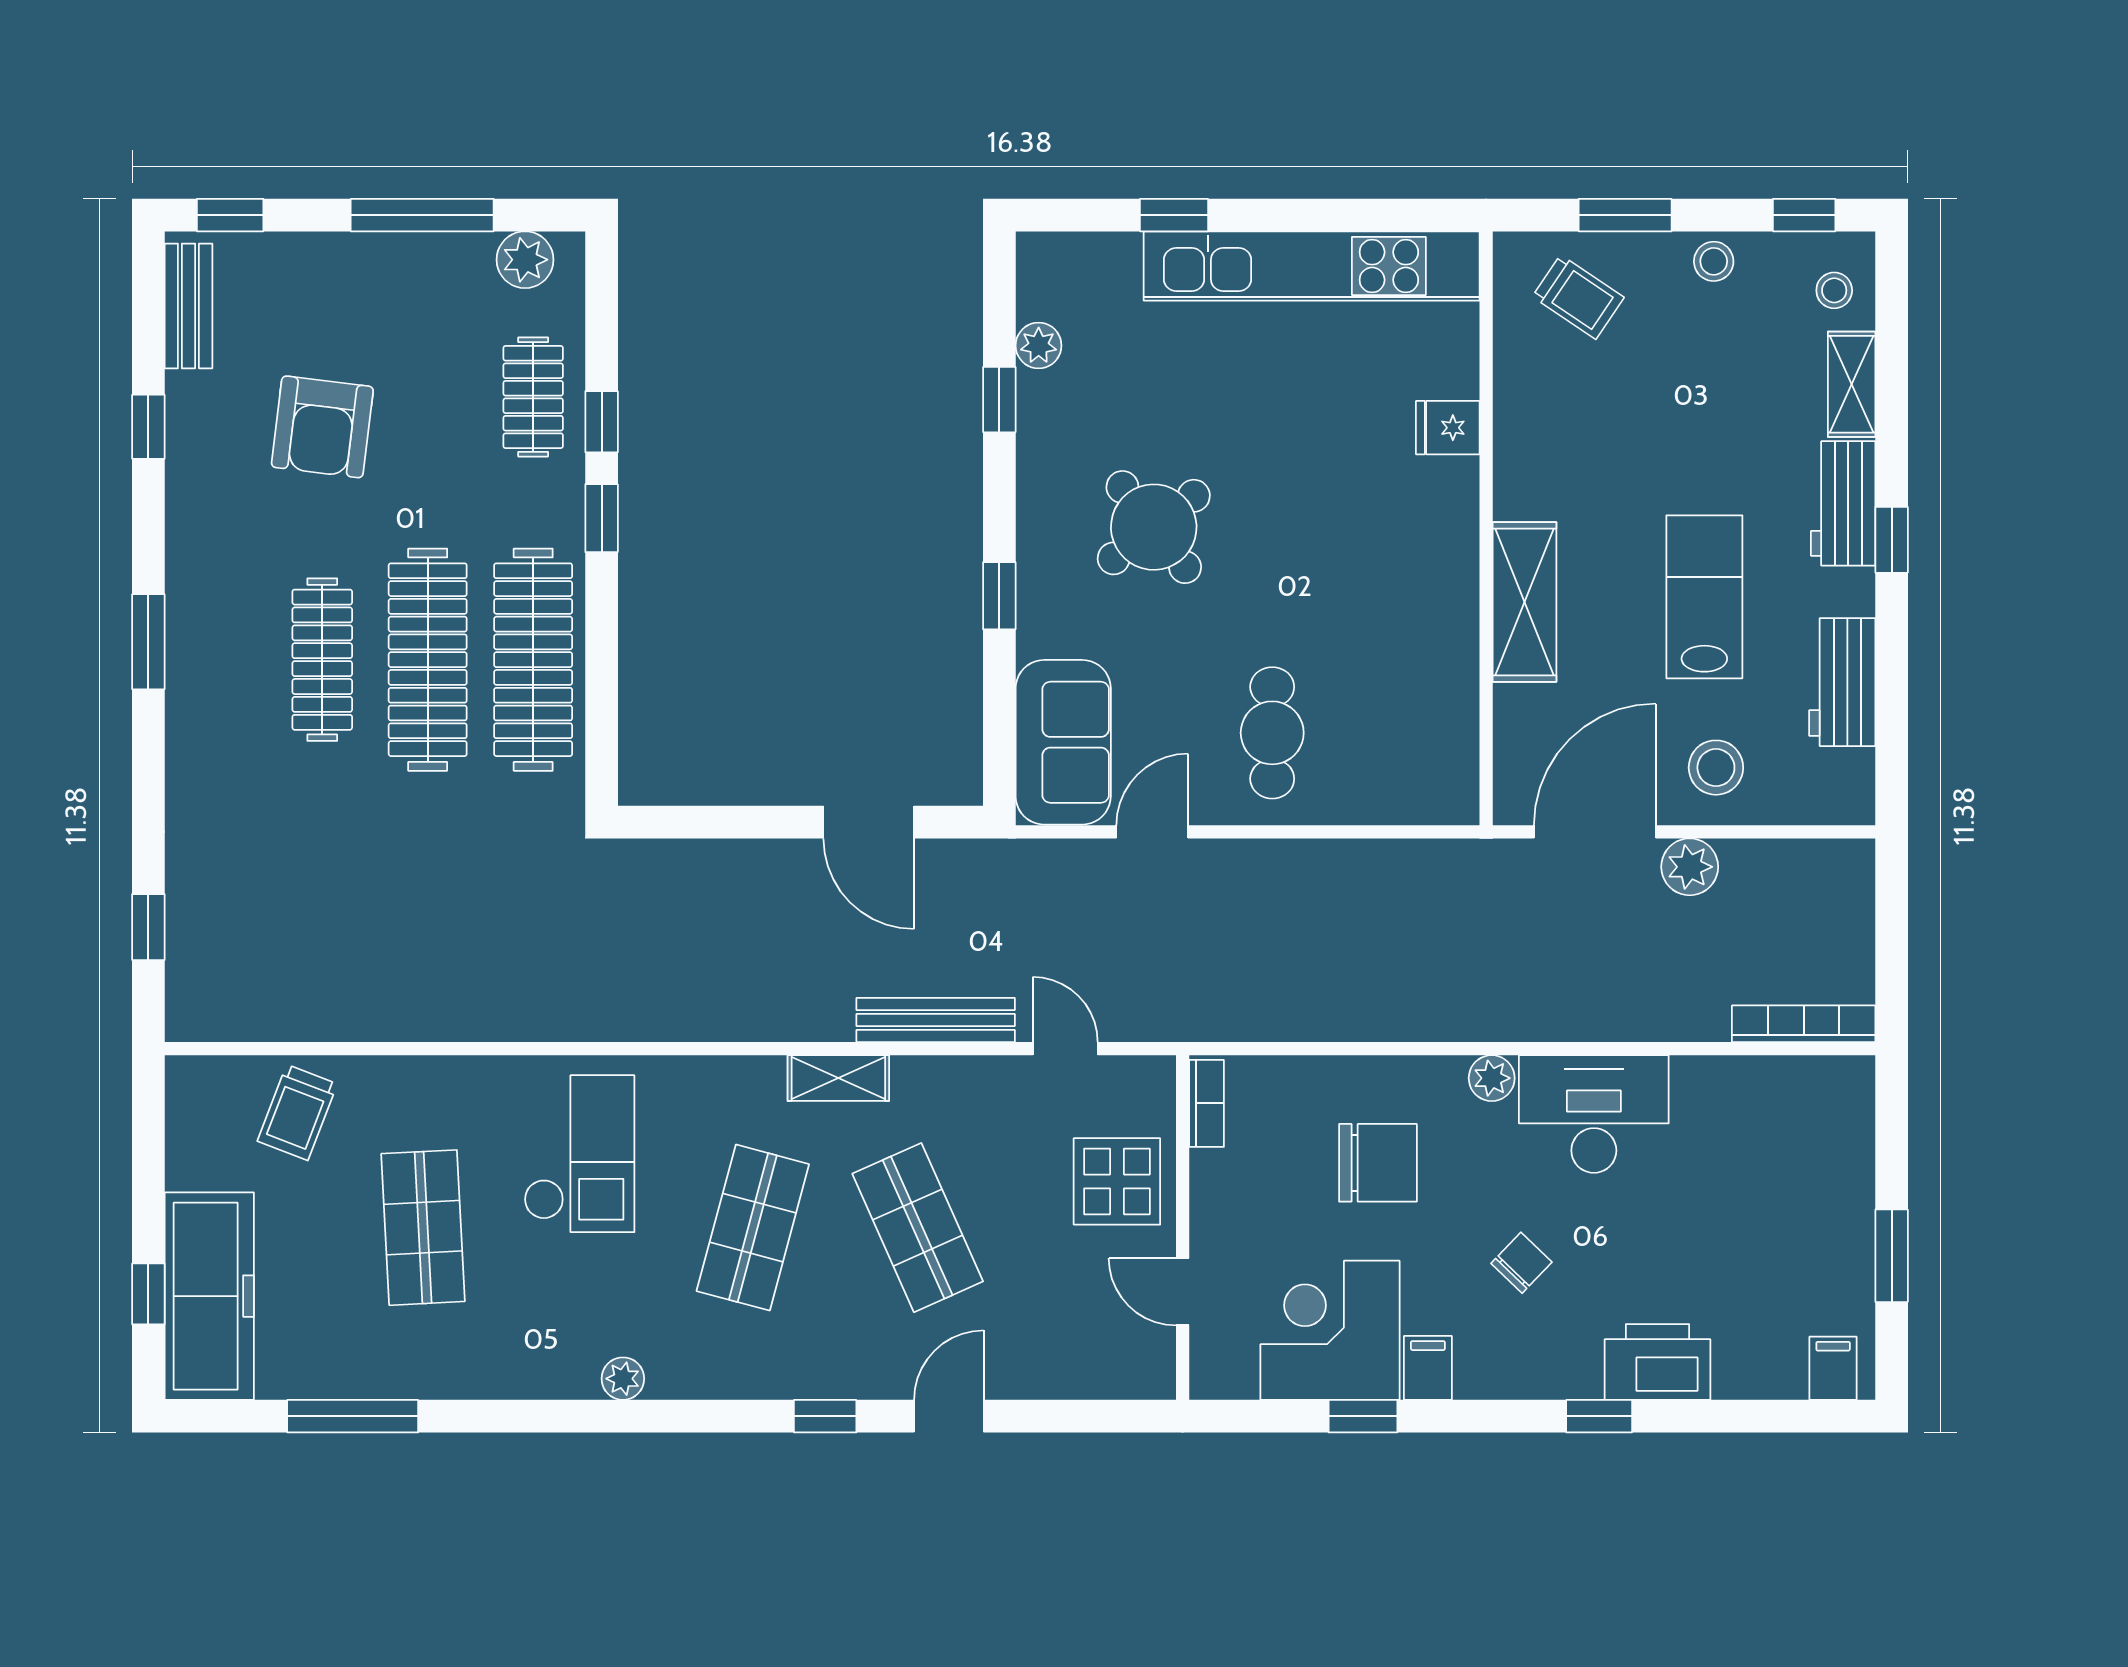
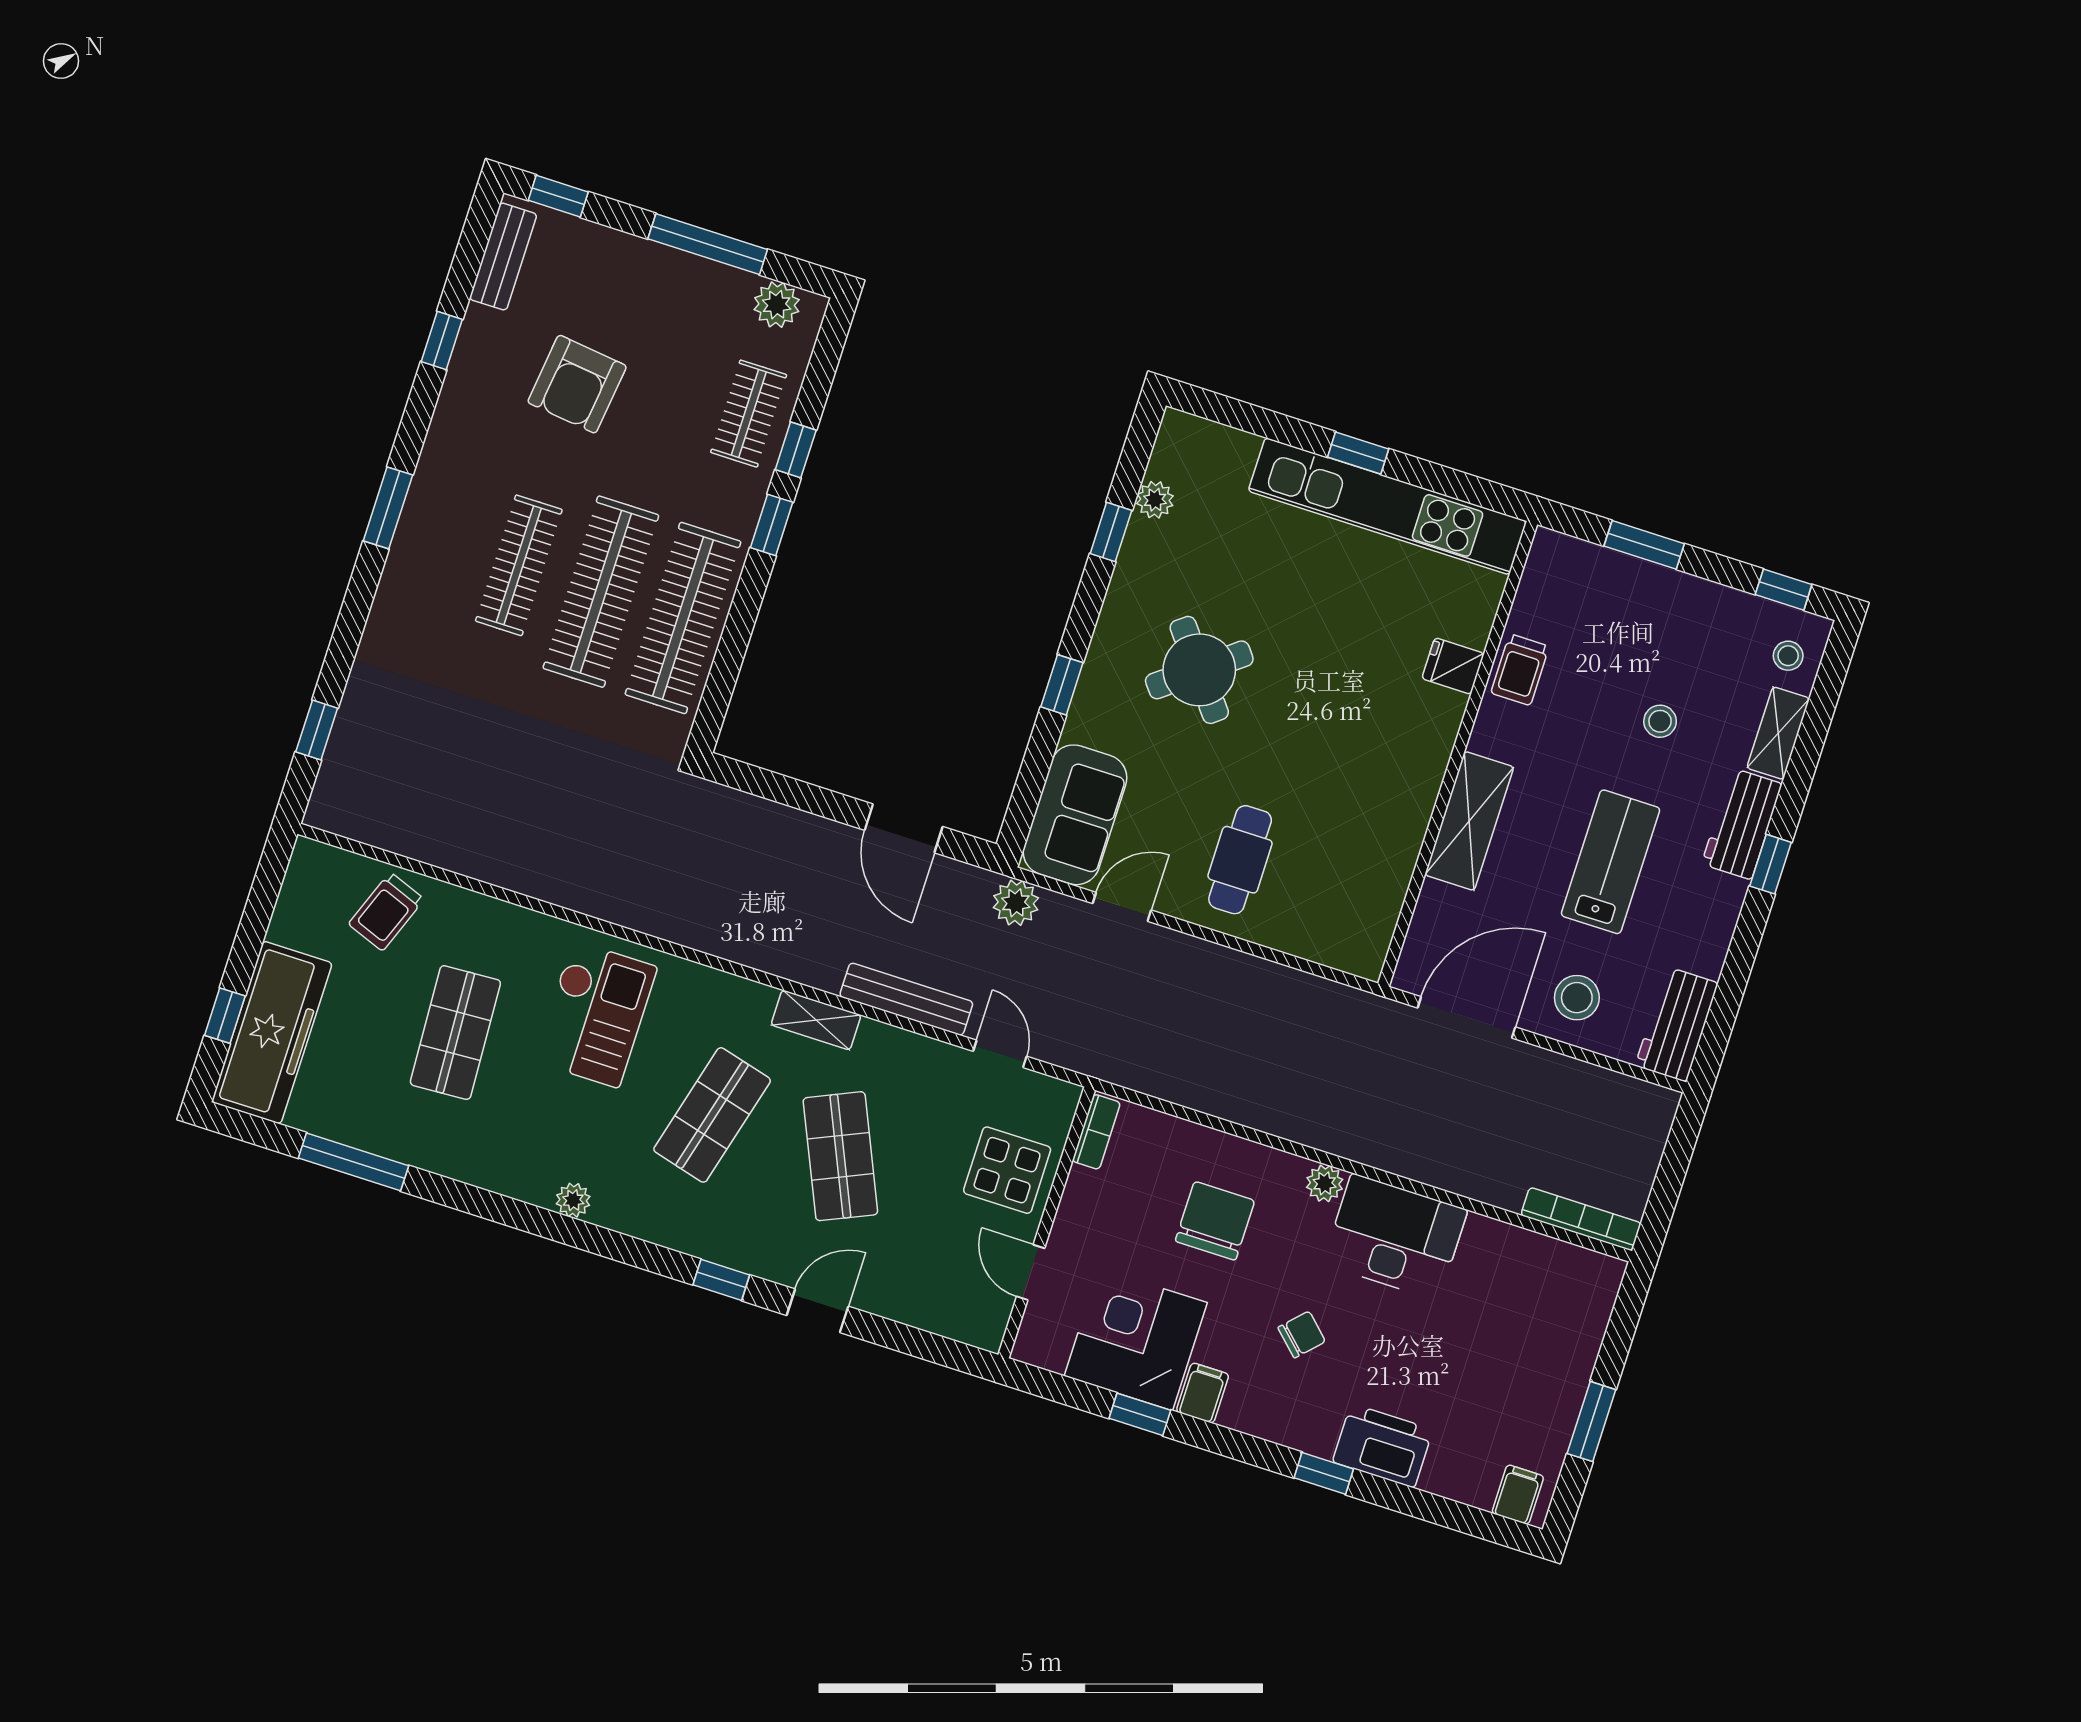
window: (1174, 215) -> (1358, 453), moved
stool: (1714, 261) -> (1660, 721), moved
trolley: (1578, 297) -> (1520, 670), moved, turned 56
workbench: (1842, 682) -> (1677, 1024), moved
plant: (1690, 867) -> (1016, 903), moved
chair: (1378, 1163) -> (1215, 1221), turned -90

